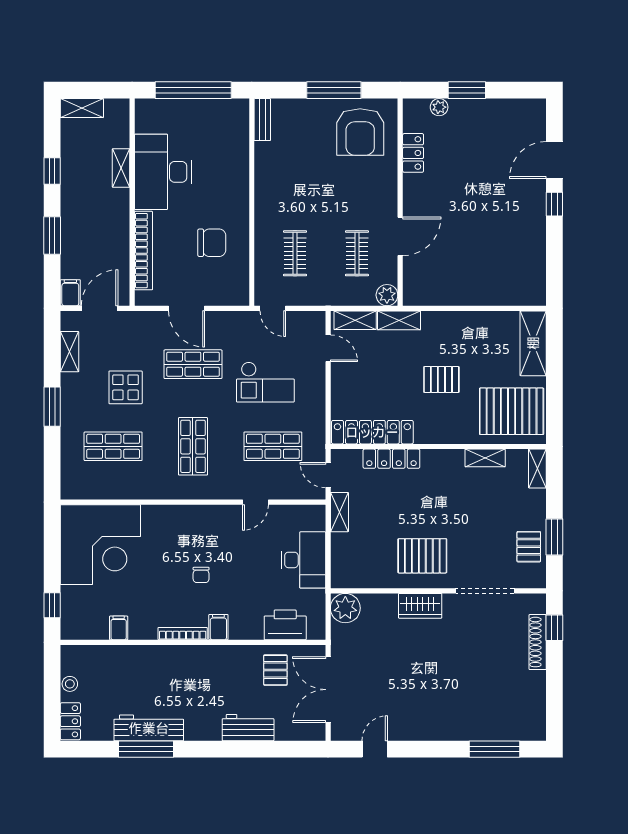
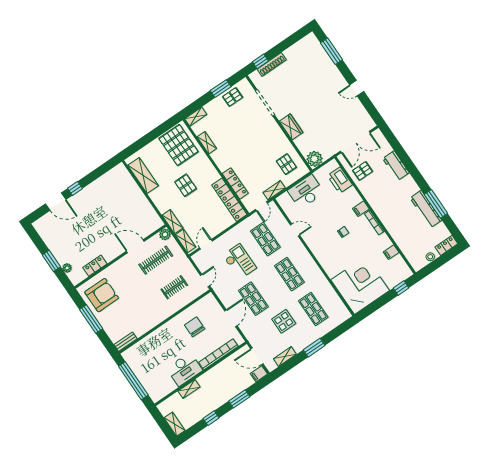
desk: (163, 172) -> (185, 369), width x0.73, depth x0.77
clothes rail: (357, 253) -> (156, 260), width x1.36
shelving: (533, 343) -> (143, 176), moved, turned 90
shop shelf: (193, 446) -> (289, 274), turned 90
pallet: (422, 556) -> (286, 164), moved, width x0.67, depth x0.71
door: (375, 749) -> (357, 88), moved

